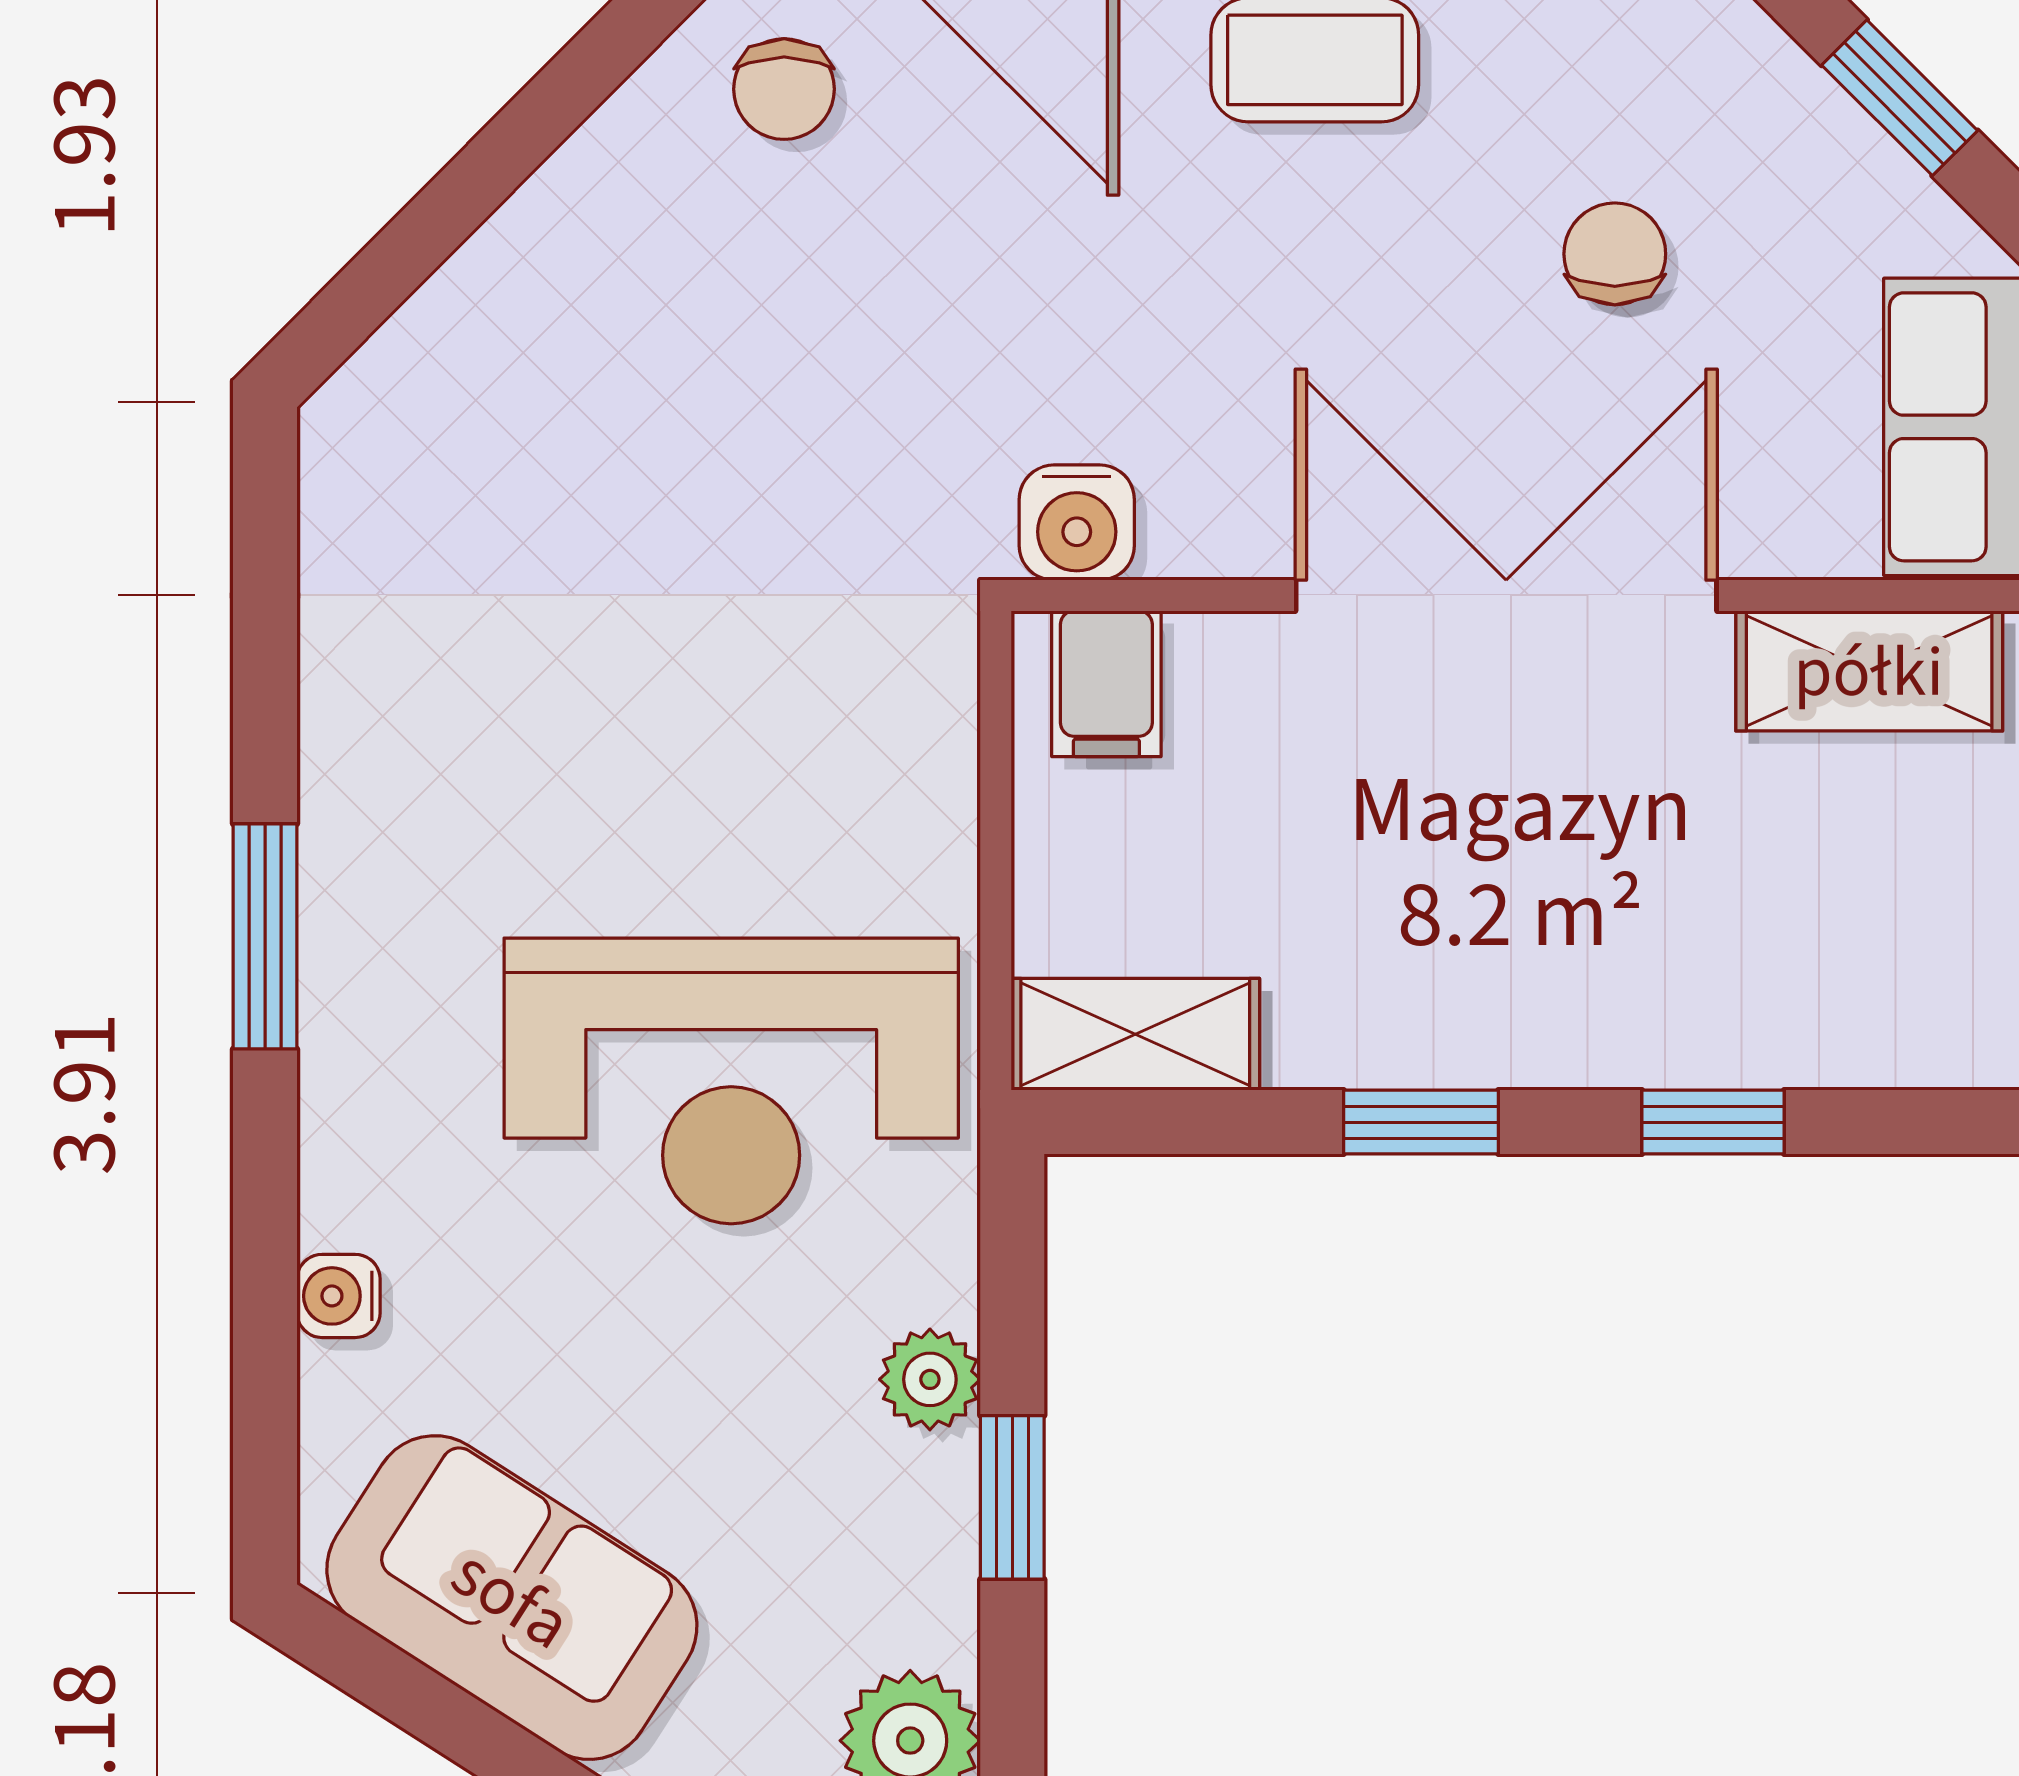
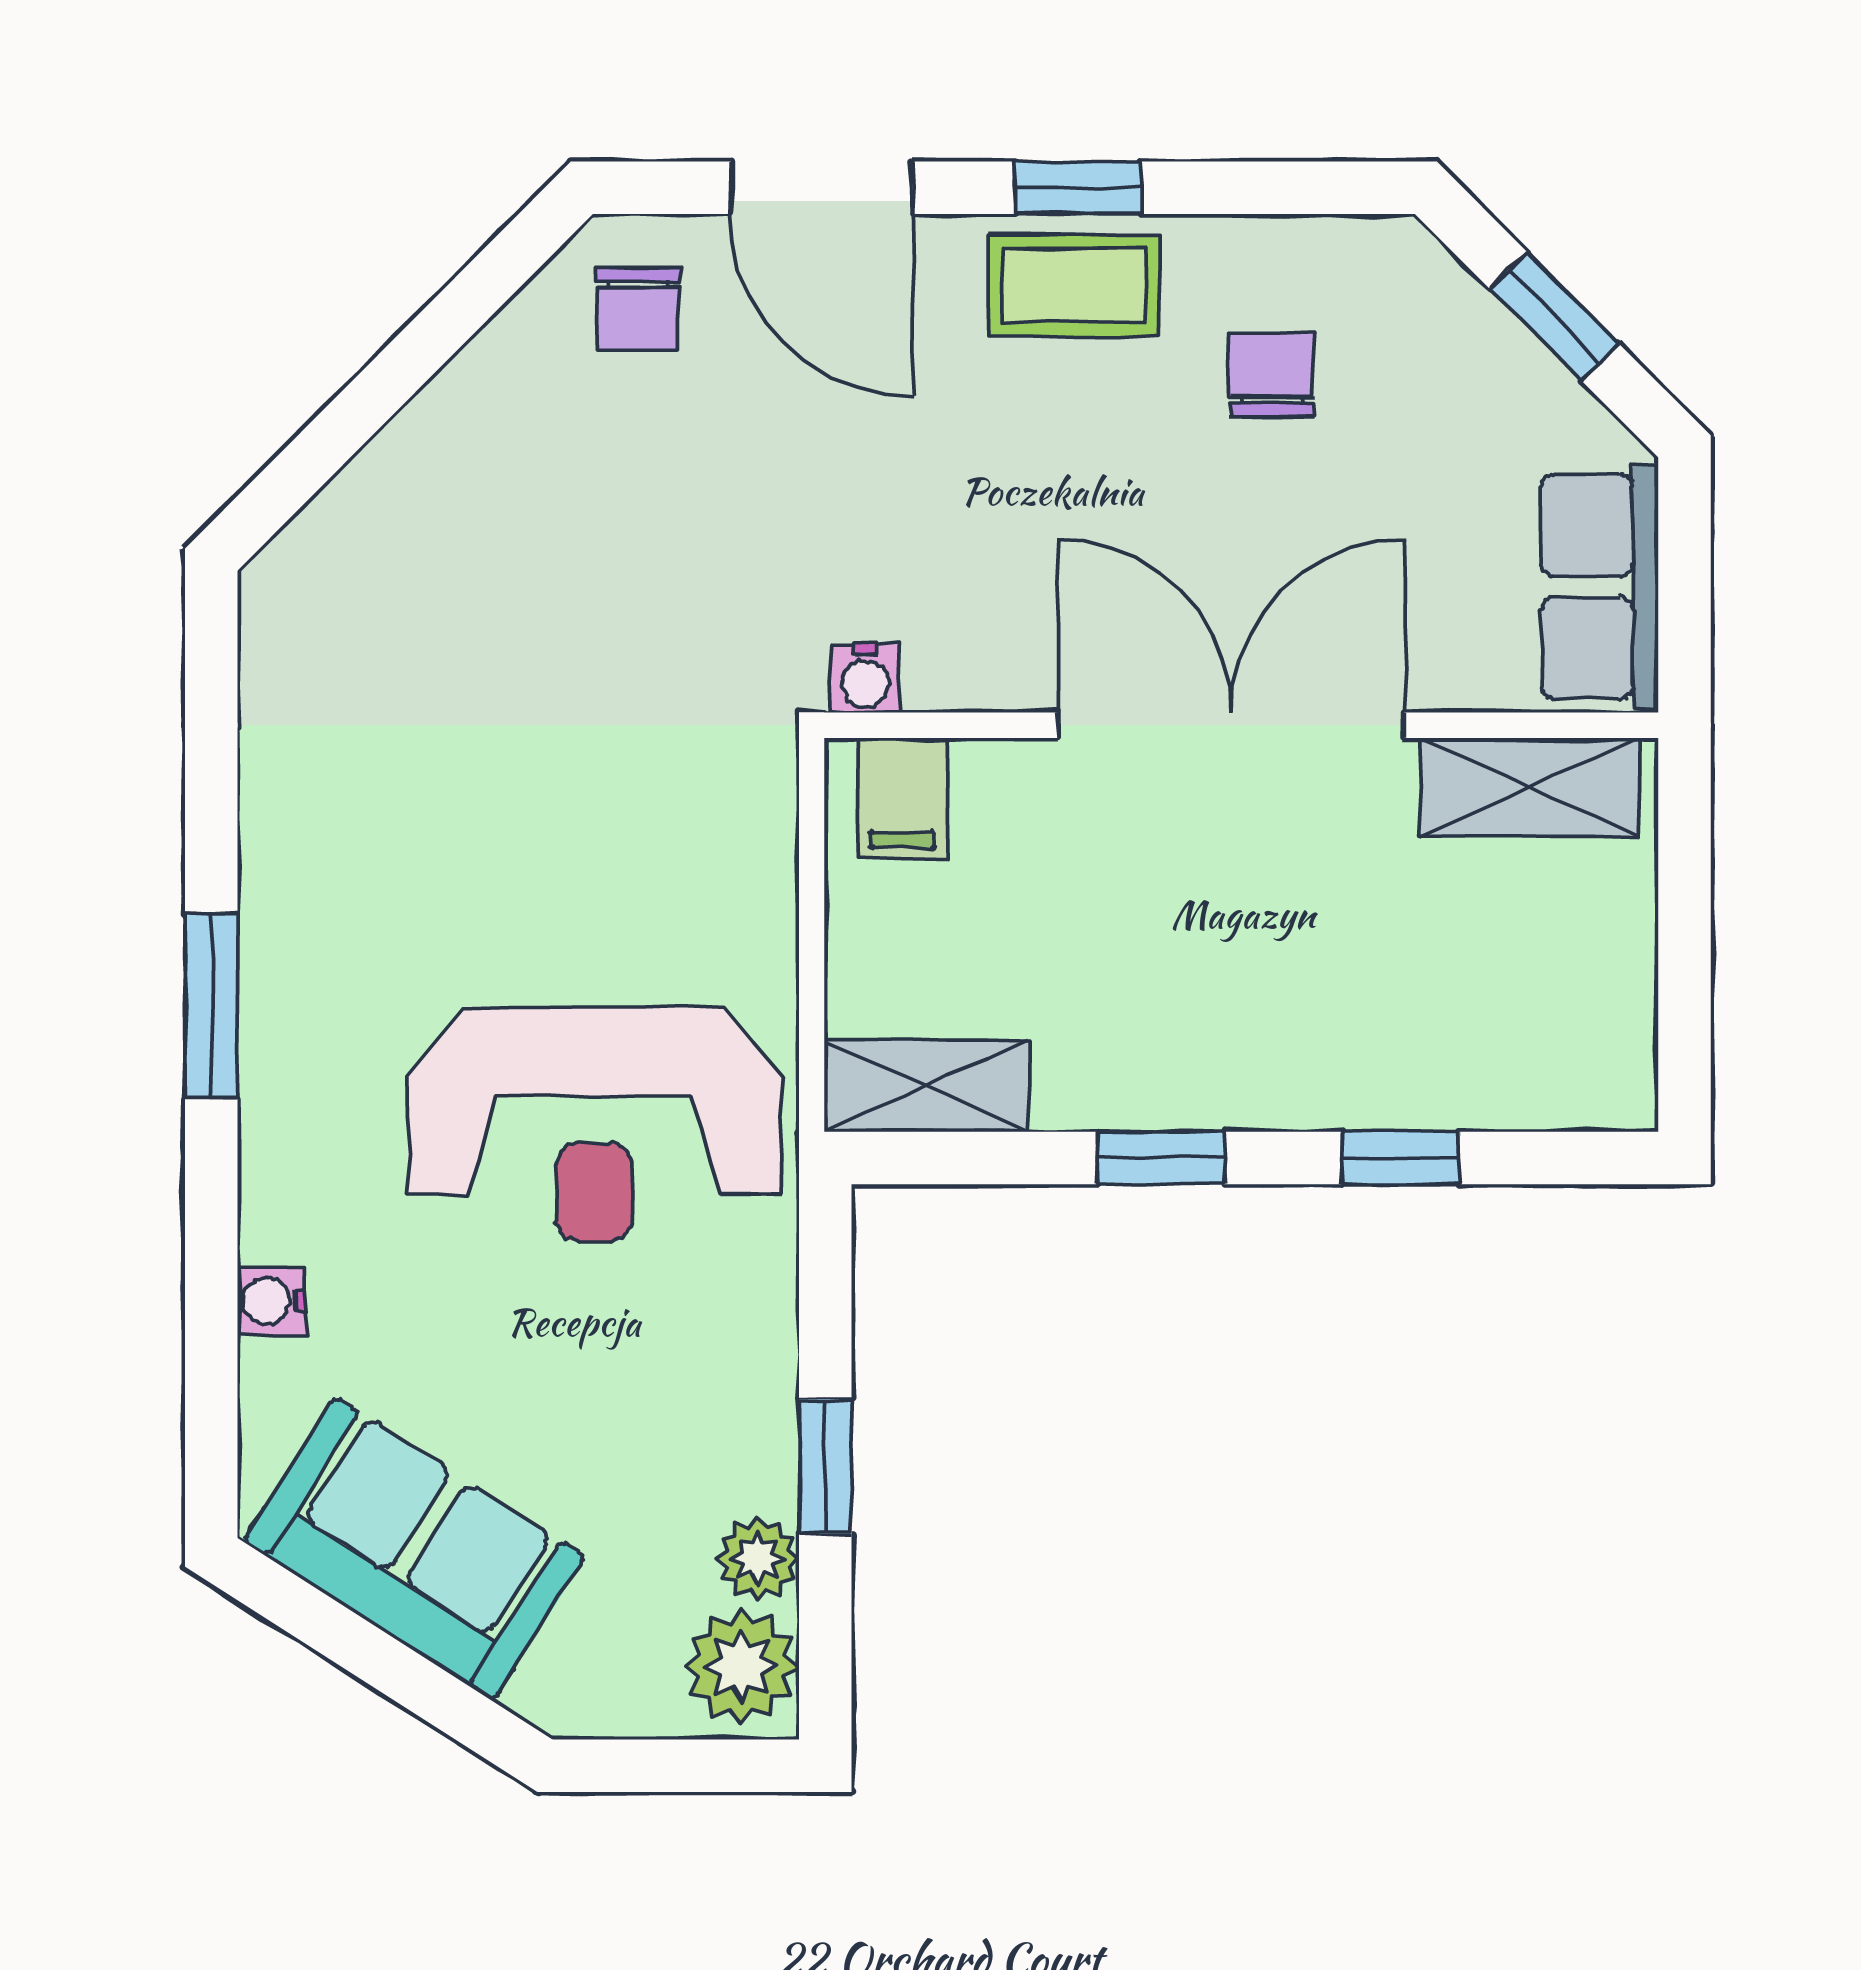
chair: (1615, 254) -> (1272, 375), moved
water cooler: (1077, 523) -> (865, 678), width x0.72, depth x0.72
plant: (930, 1379) -> (758, 1559), moved

